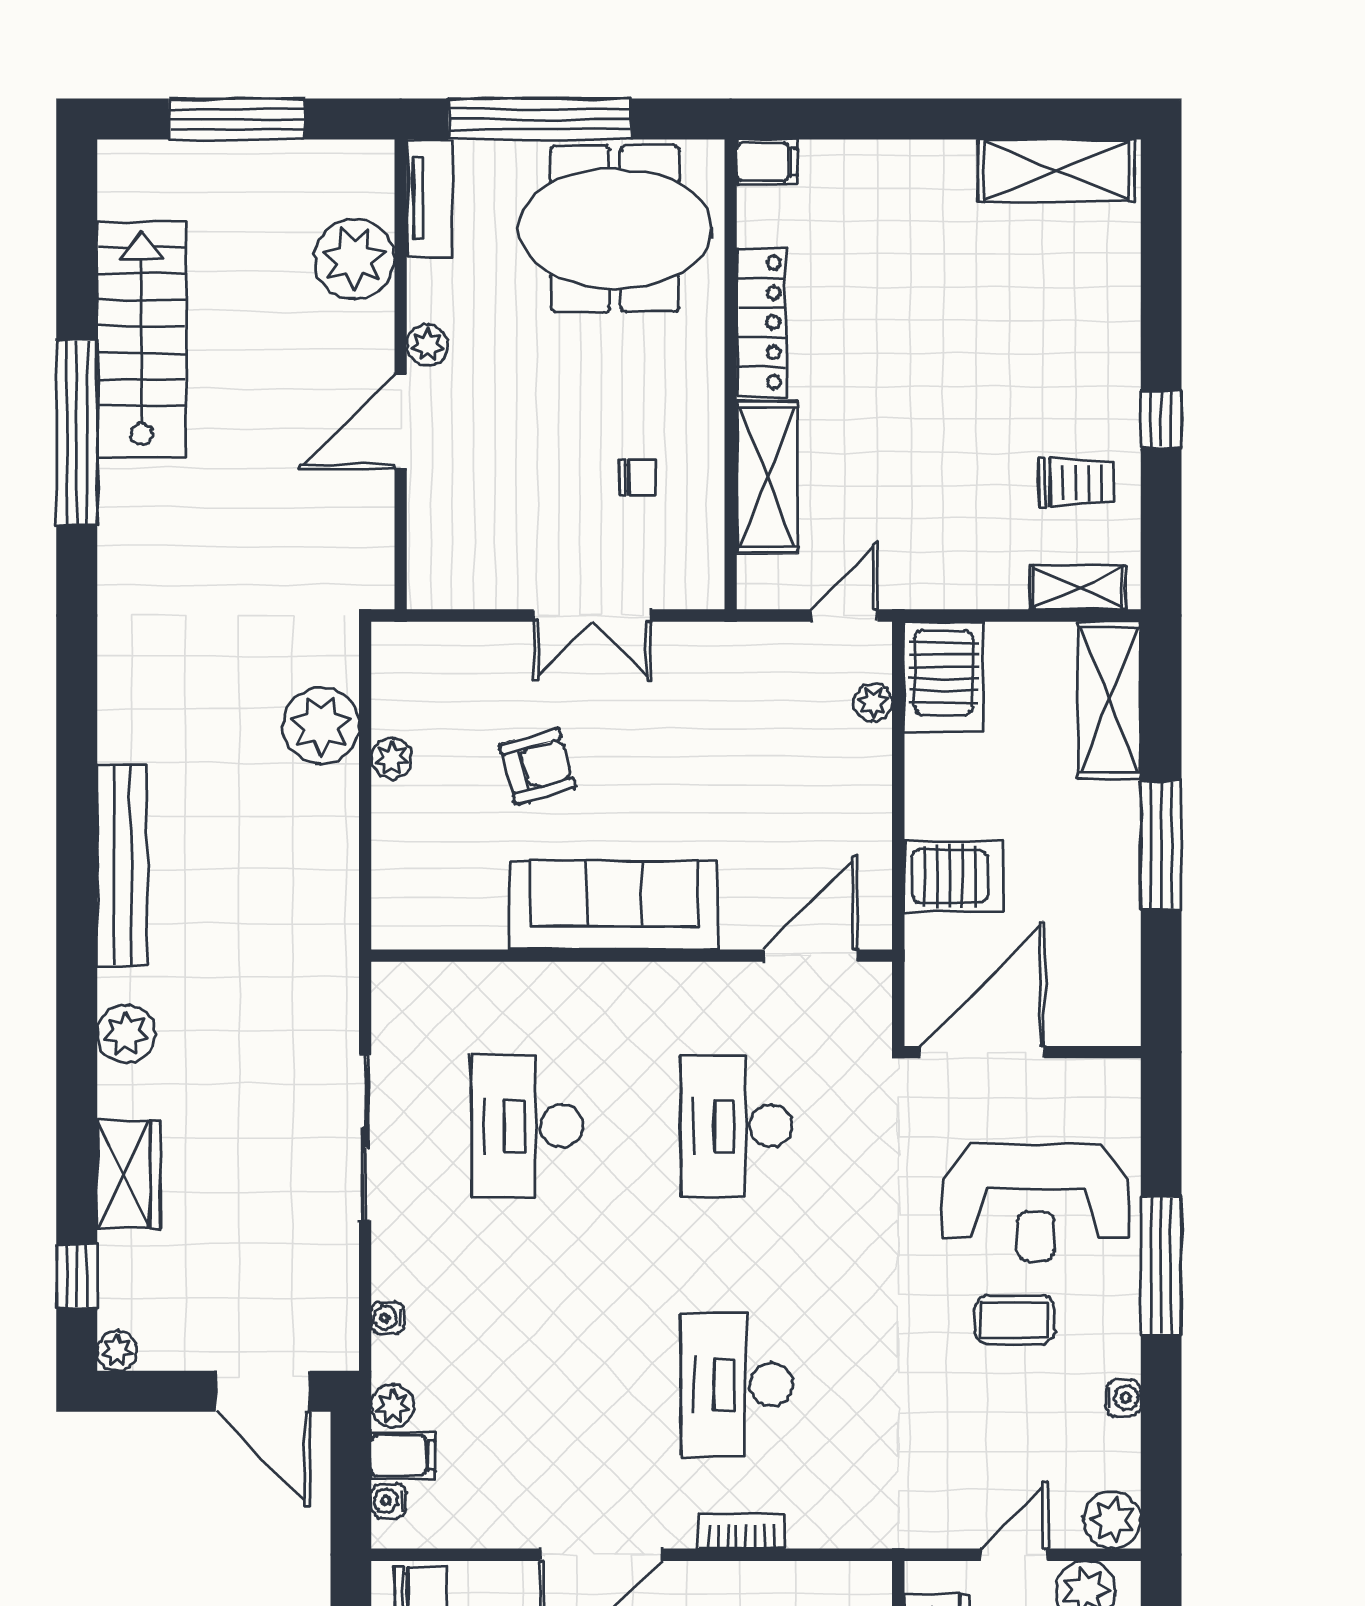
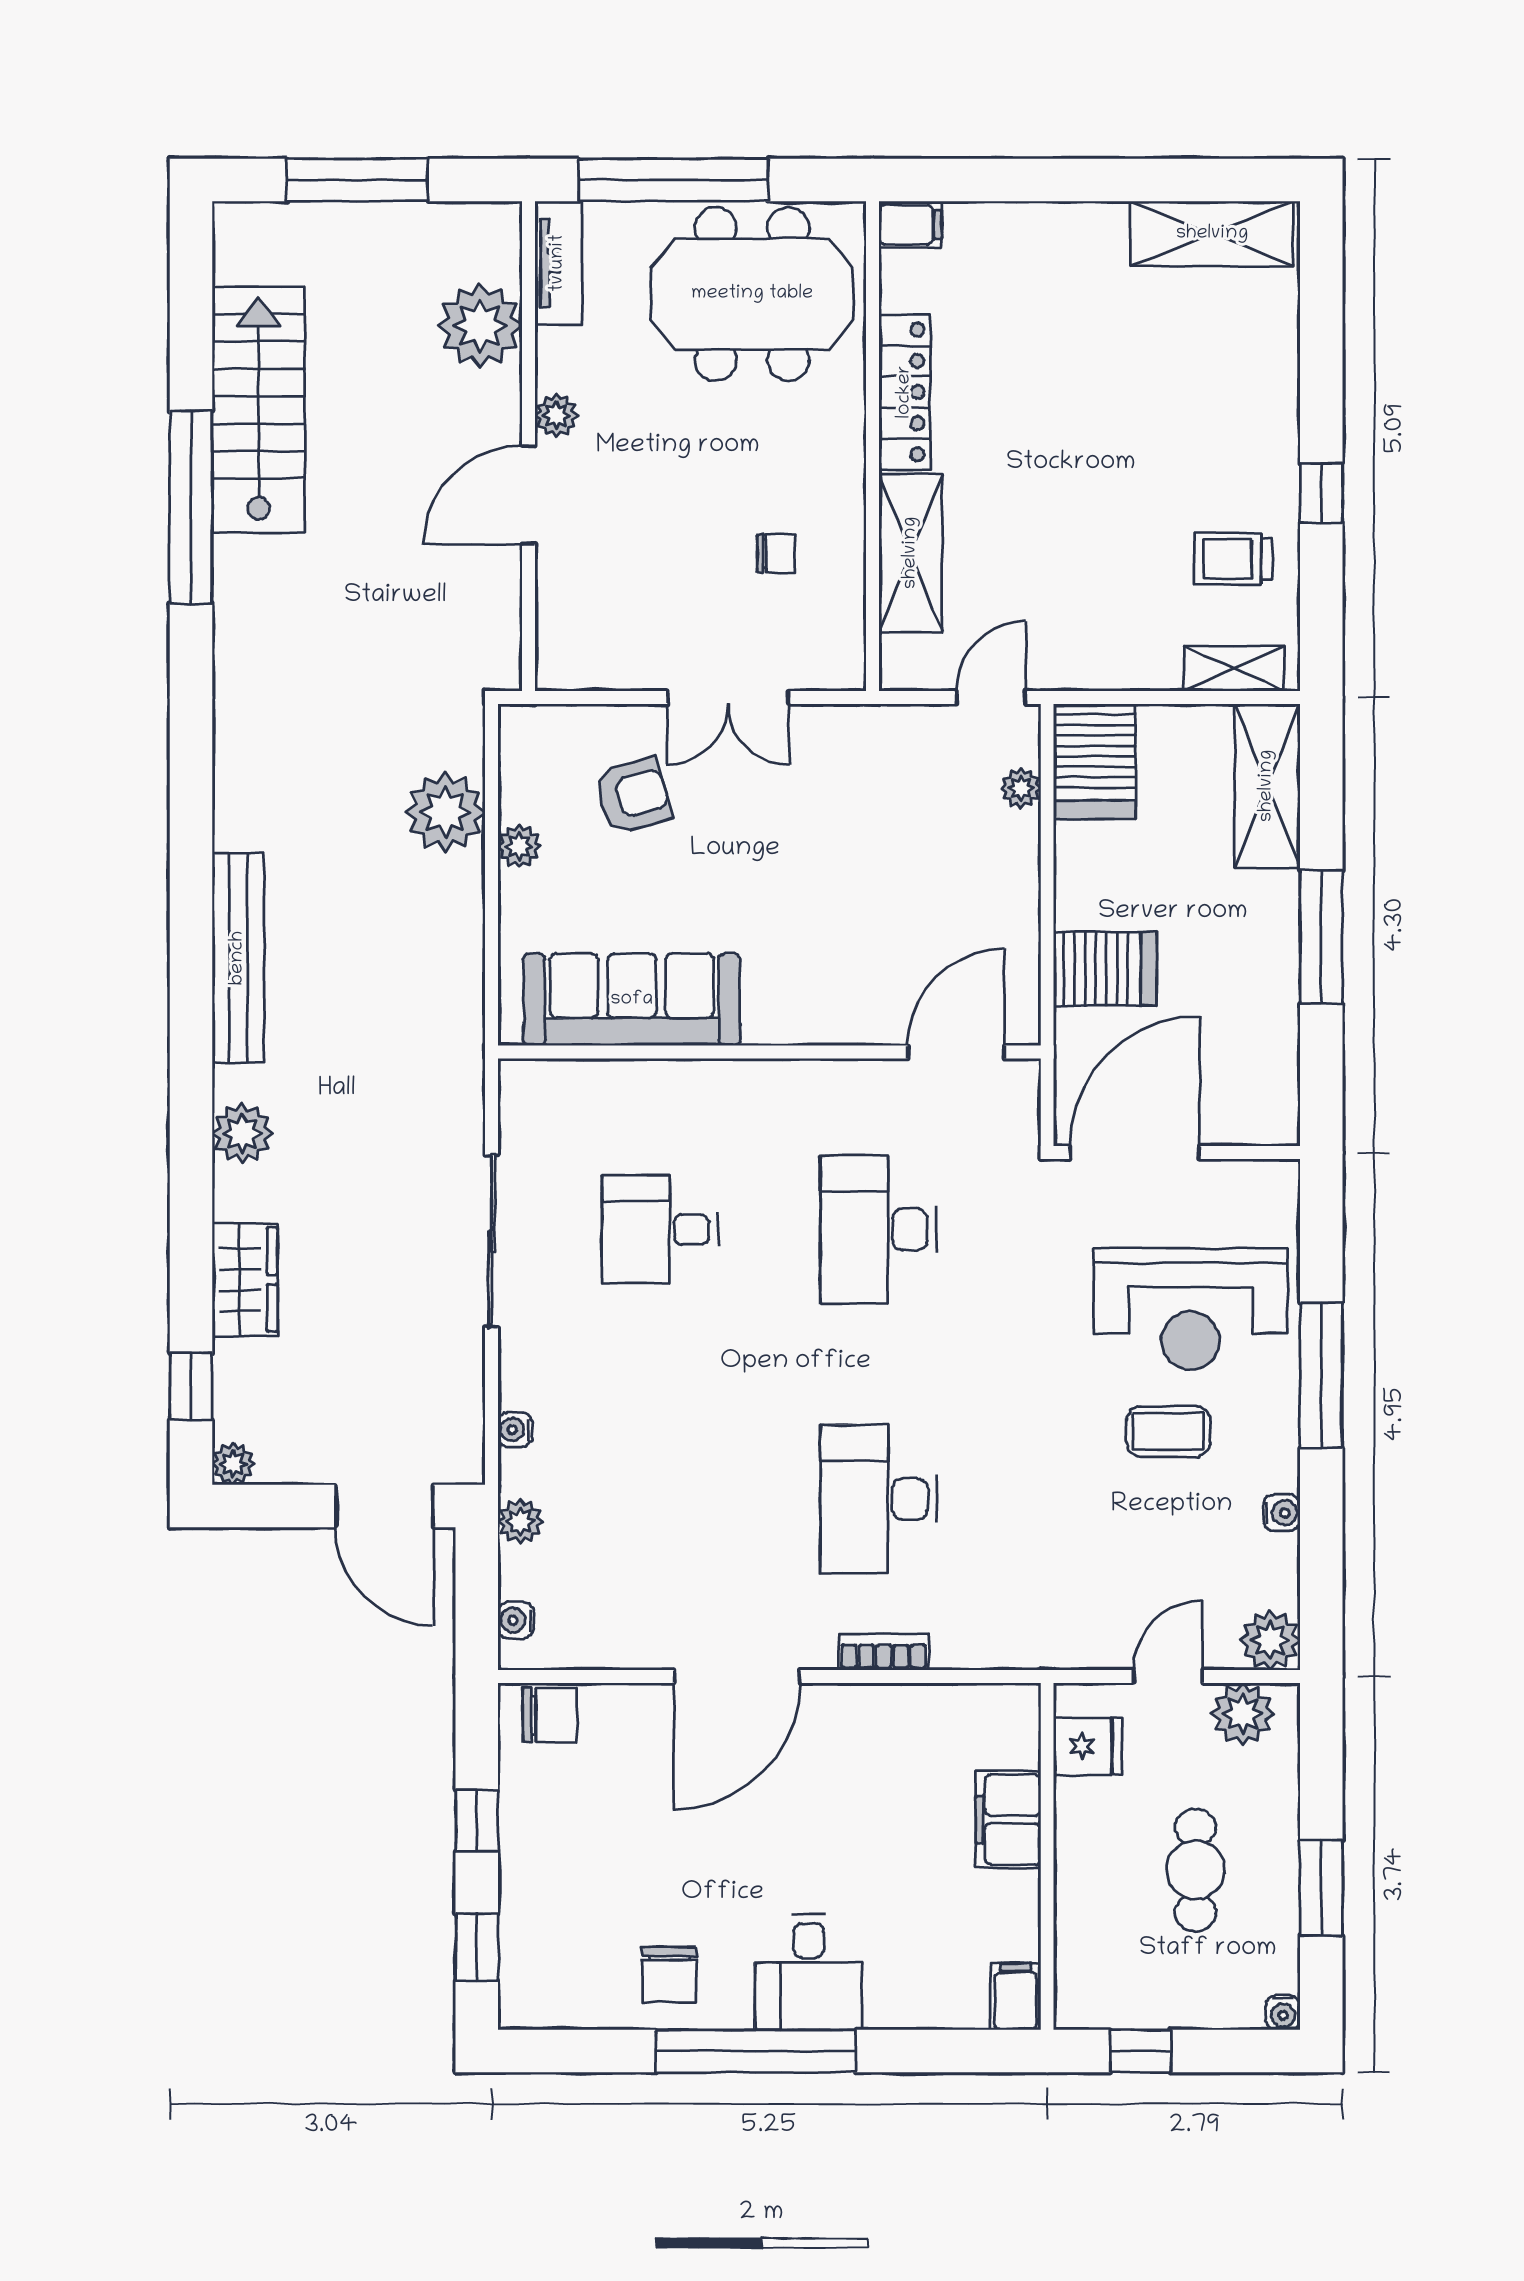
trolley: (1077, 482) -> (1233, 559), turned 180
armchair: (537, 766) -> (633, 796), moved
sofa: (614, 905) -> (632, 1000), moved
desk: (527, 1126) -> (660, 1229), width x0.73
filing cabinet: (403, 1455) -> (531, 1573), removed

